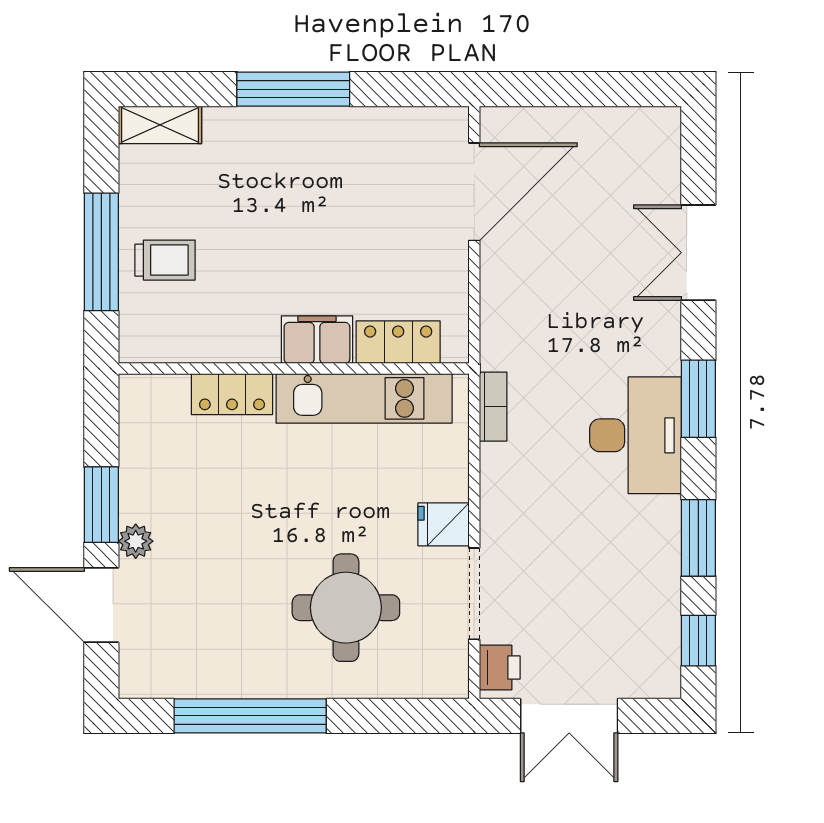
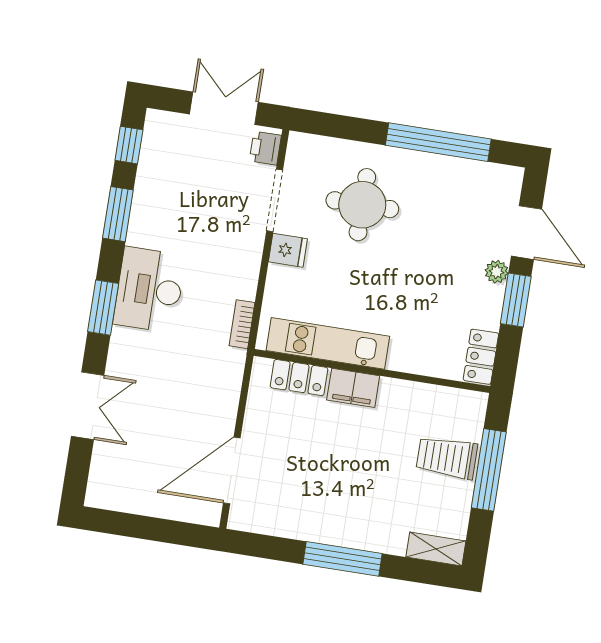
trolley: (165, 260) -> (447, 458), width x1.36, depth x1.39
locker: (232, 394) -> (481, 357), moved, turned -90

